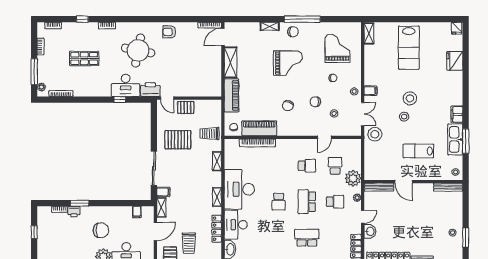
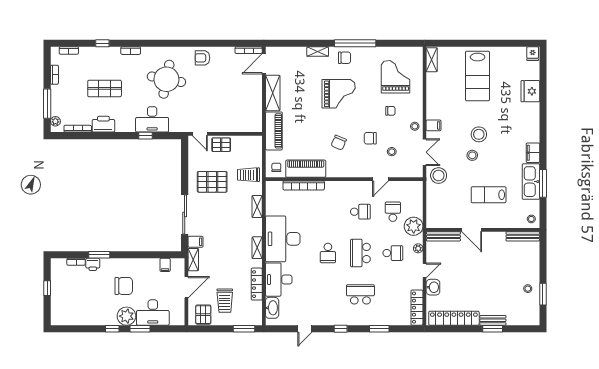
printer: (150, 90) -> (103, 124), moved

